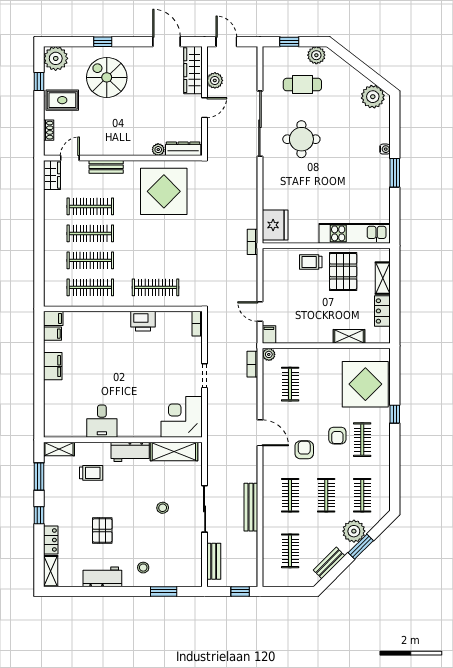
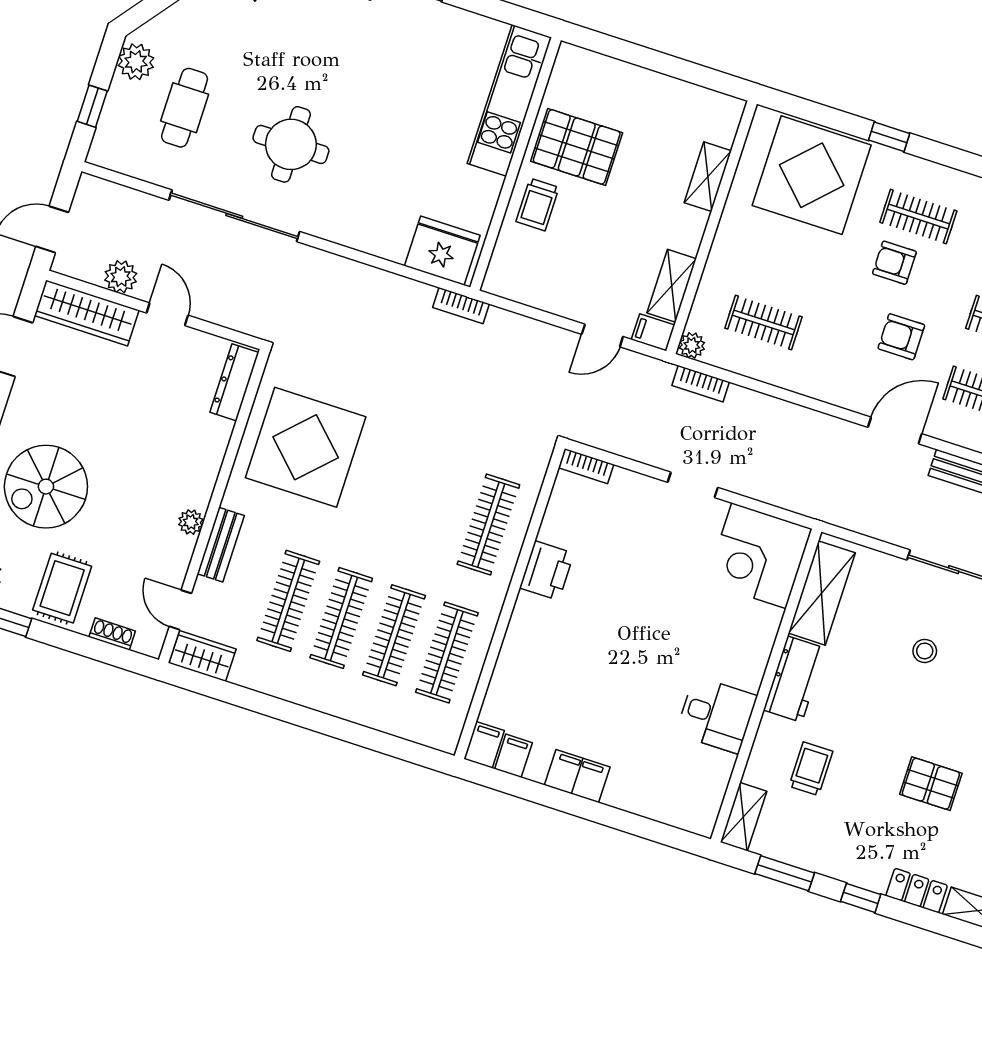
plant: (158, 150) -> (191, 522), moved
shelving: (383, 278) -> (672, 286), moved, turned 90
locker: (382, 311) -> (679, 95), removed
door: (260, 433) -> (895, 430), moved
armchair: (337, 436) -> (894, 263), turned 180

